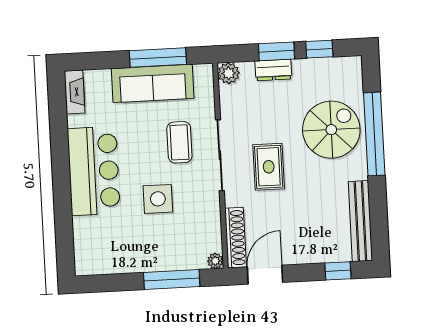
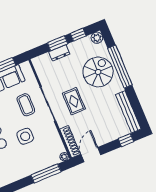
plant: (229, 73) -> (97, 38), moved

